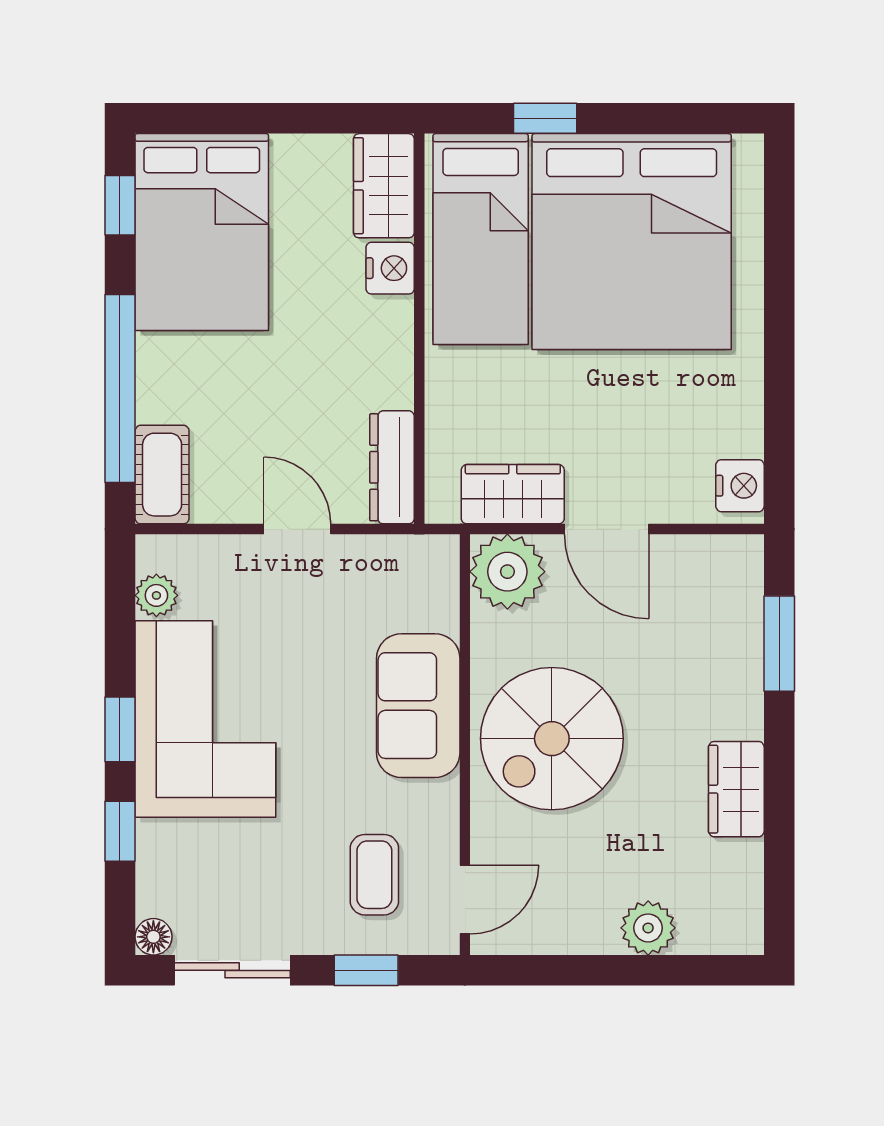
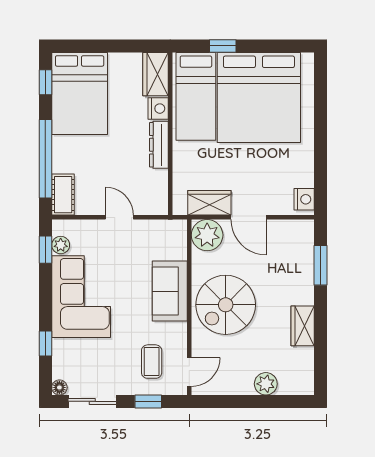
dresser: (392, 467) -> (159, 145), moved
window: (120, 729) -> (45, 250), moved

